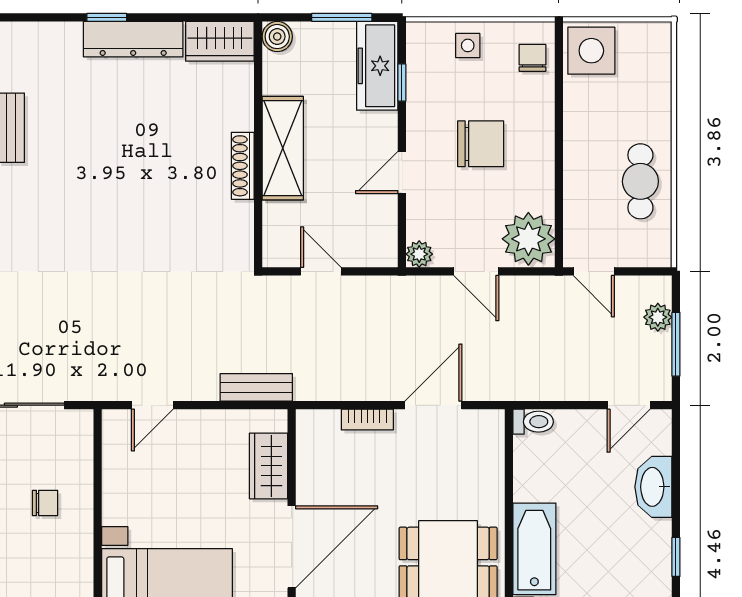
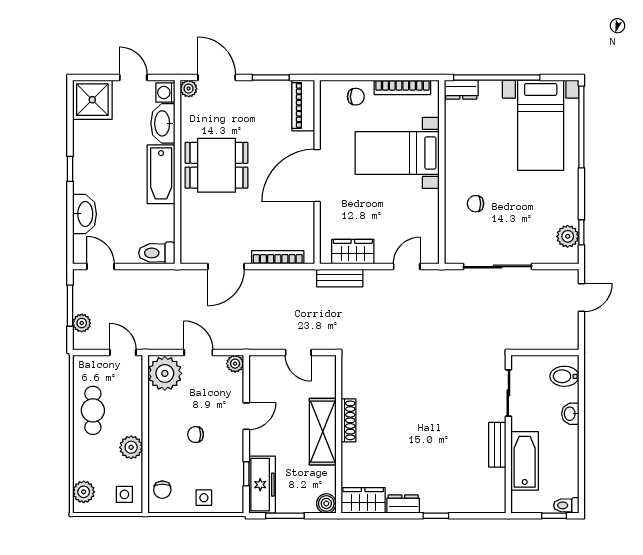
dresser: (133, 39) -> (403, 504), width x0.51, depth x0.80
side table: (591, 51) -> (124, 494), width x0.54, depth x0.54
plant: (655, 55) -> (84, 492), added
plant: (581, 124) -> (131, 447), added
chair: (481, 144) -> (196, 435), width x0.54, depth x0.54
door: (629, 405) -> (100, 267), hinge flipped
bookcase: (367, 420) -> (278, 257), width x1.56
toilet: (533, 422) -> (157, 253), width x1.37, depth x1.39
wardrobe: (268, 466) -> (353, 252), moved, turned -90

